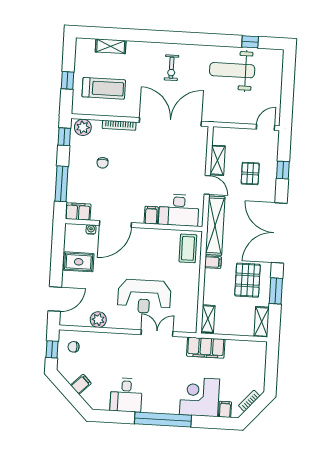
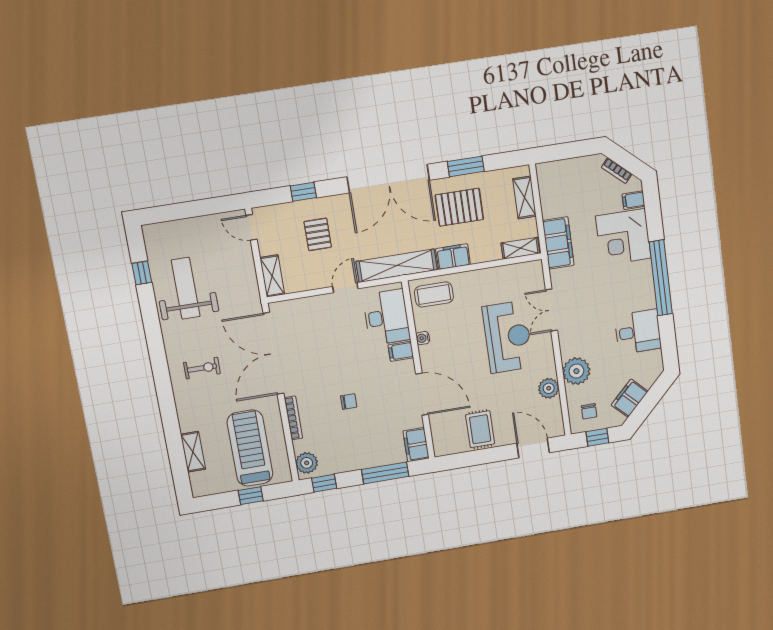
weight bench: (232, 70) -> (186, 288), turned 180
treadmill: (104, 88) -> (250, 448), width x1.37, depth x1.38
shelving: (218, 160) -> (272, 276), moved, turned 90
chair: (103, 163) -> (349, 402), moved
pallet: (250, 173) -> (318, 234), turned 90
water cooler: (91, 230) -> (423, 338), moved
filing cabinet: (213, 262) -> (453, 257), width x2.00
shelving: (262, 322) -> (524, 198), moved, turned 90
plant: (107, 343) -> (576, 371), added
filing cabinet: (81, 384) -> (630, 398), width x2.00

